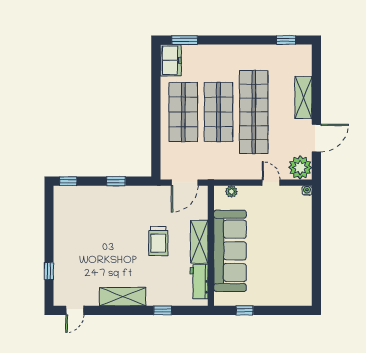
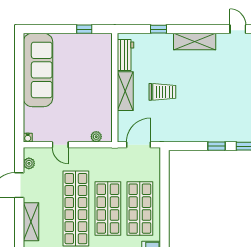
plant: (300, 167) -> (29, 163), width x0.53, depth x0.53
window: (116, 181) -> (217, 146), moved
trolley: (158, 241) -> (162, 92), turned 90
sofa: (230, 251) -> (38, 70), moved, turned 180
door: (75, 310) -> (238, 29), hinge flipped

